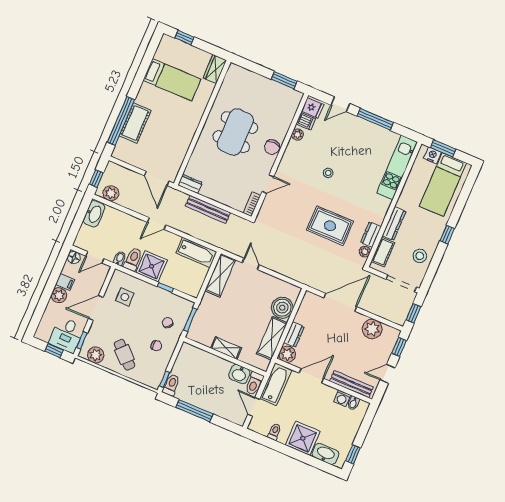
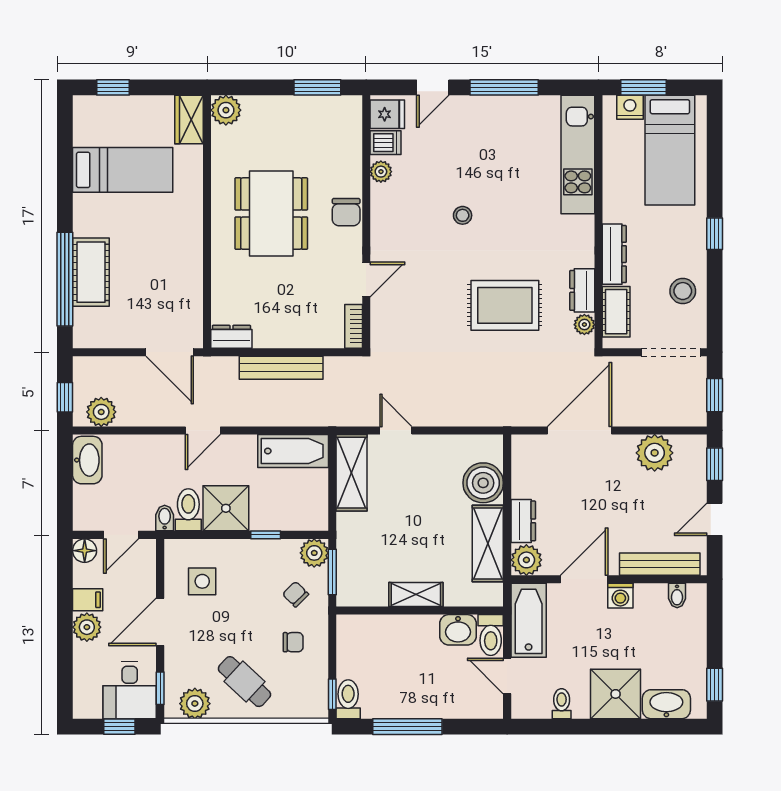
plant: (235, 72) -> (226, 110), added
plant: (185, 307) -> (314, 553), added
washing machine: (342, 398) -> (620, 596), moved

